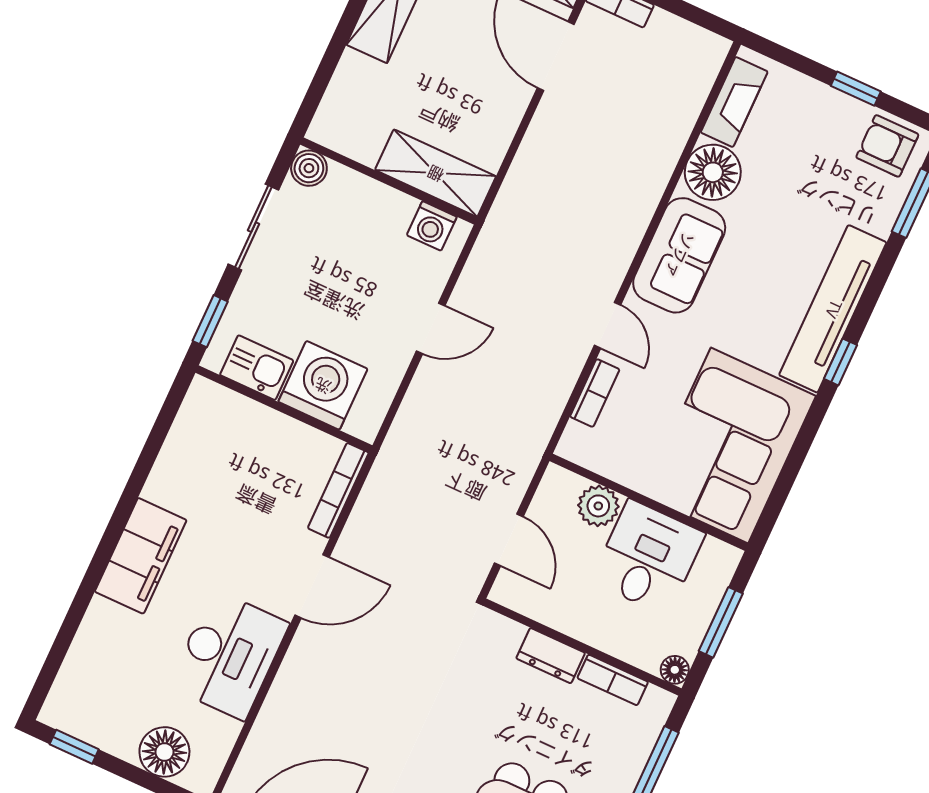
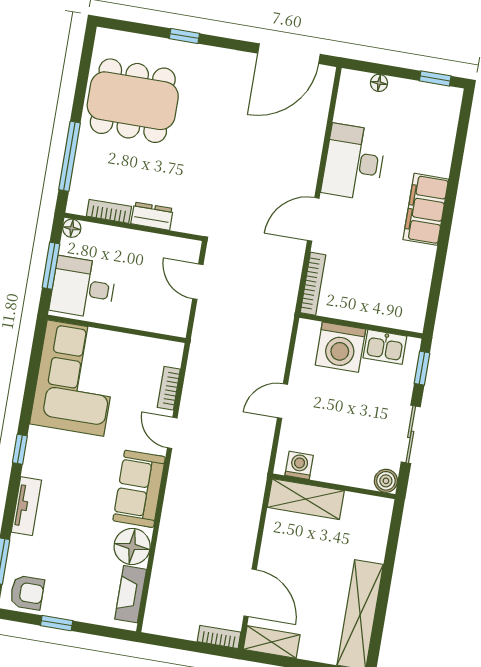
tv unit: (833, 309) -> (26, 506), width x0.52, depth x0.78
plant: (598, 506) -> (147, 318), removed
desk: (648, 557) -> (83, 288), moved, turned 90
floor lamp: (164, 752) -> (379, 83), width x0.53, depth x0.53

